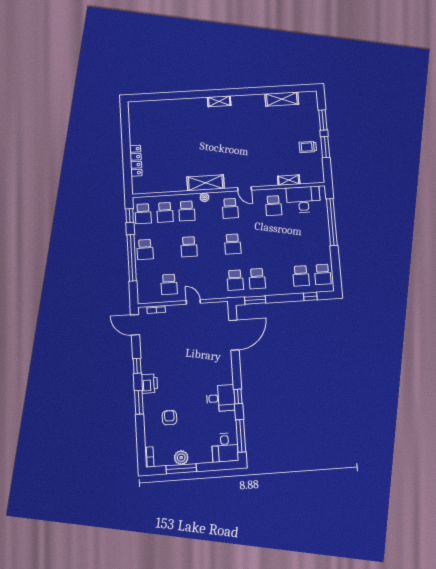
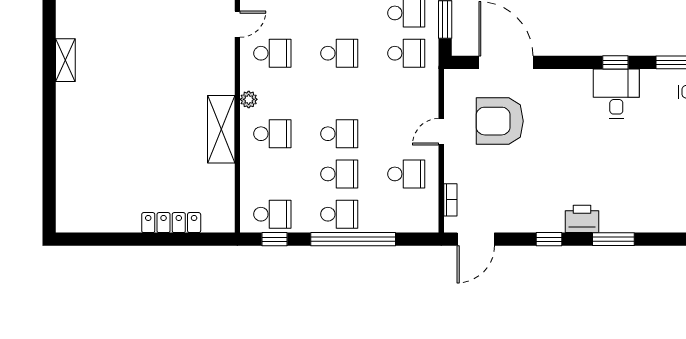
shelving: (206, 183) -> (221, 129), moved
school desk: (165, 212) -> (339, 174), moved
armchair: (169, 418) -> (500, 121), moved, width x1.88, depth x1.88

